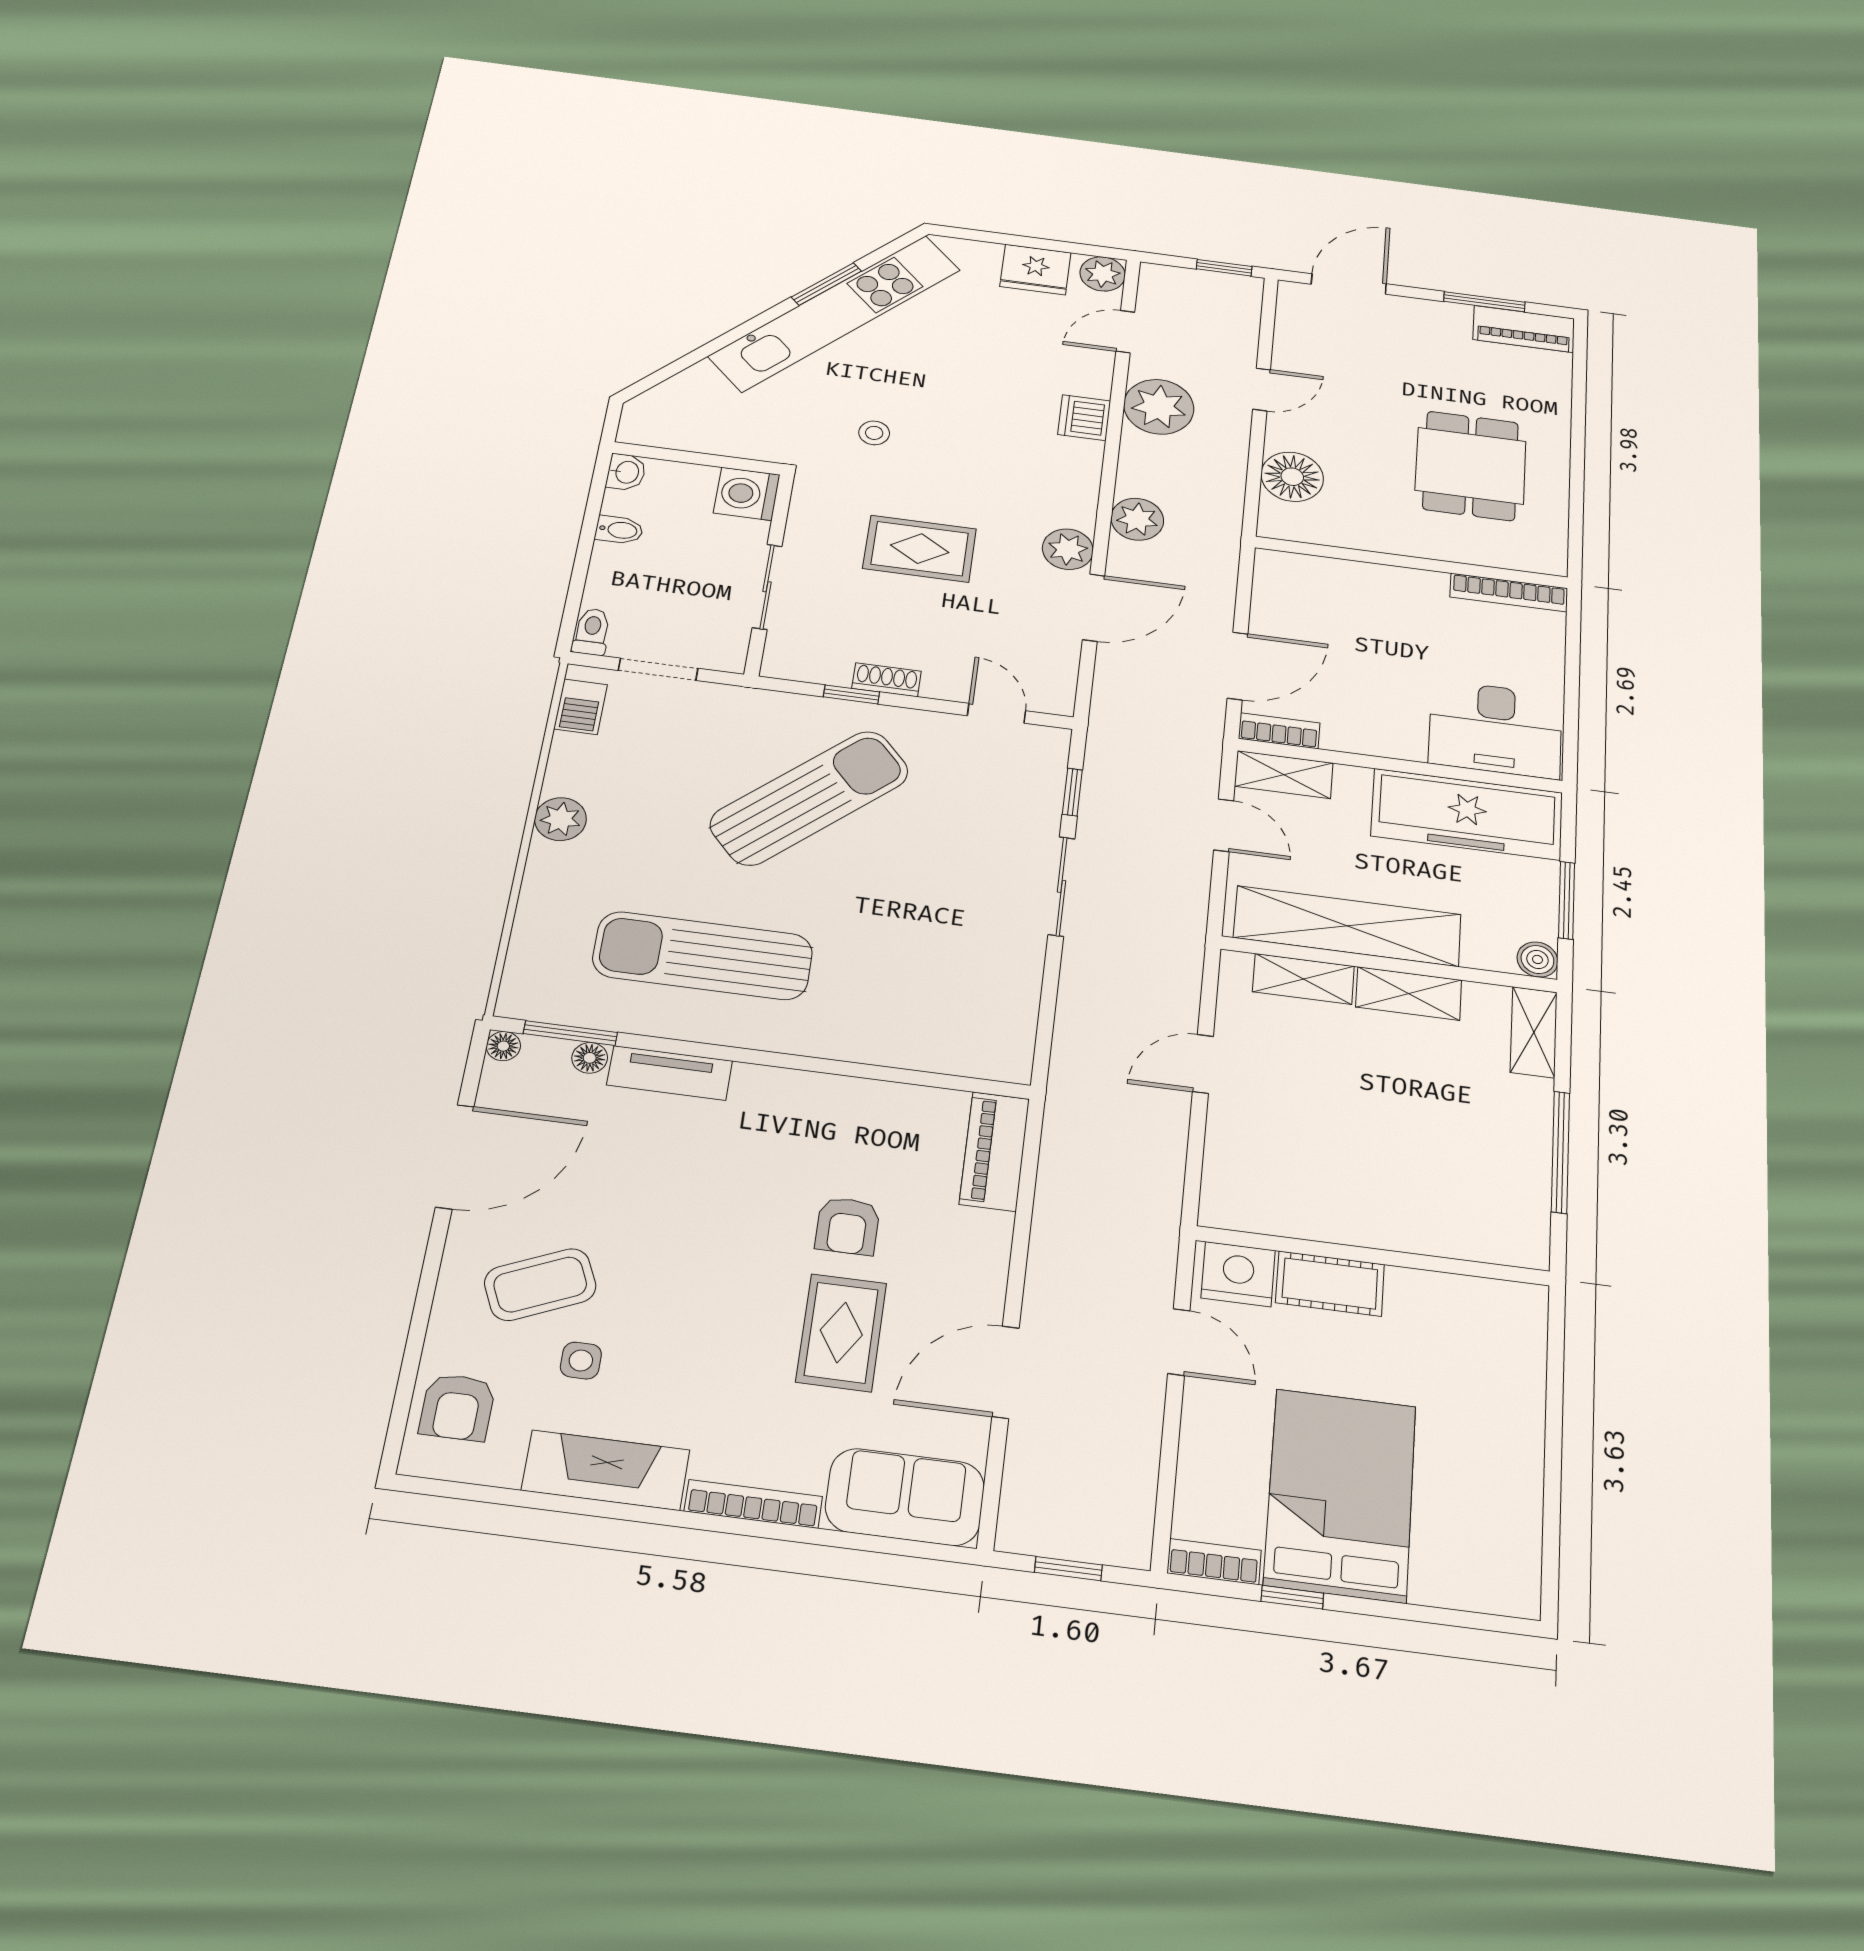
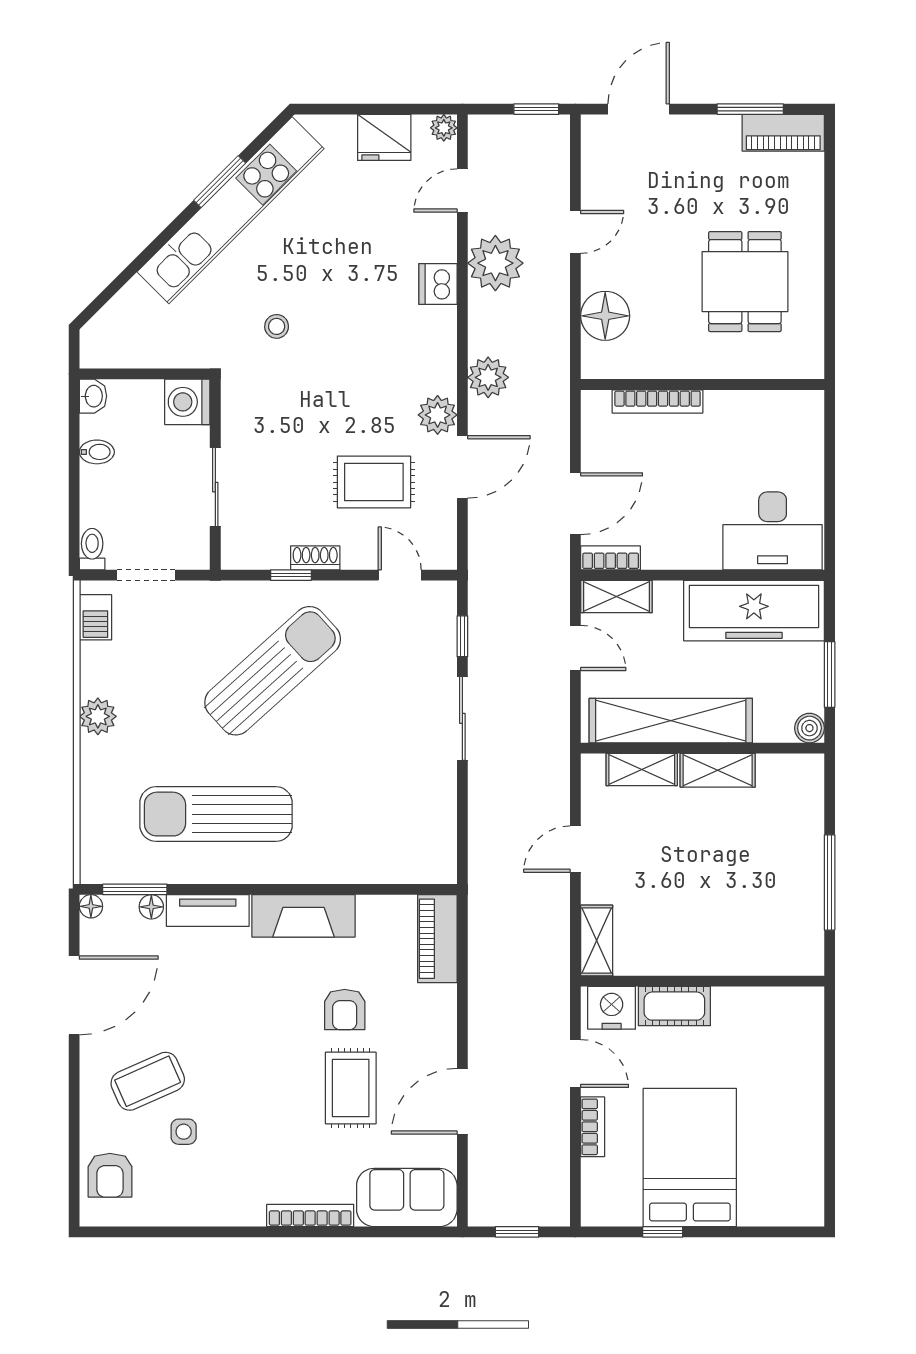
plant: (1103, 274) -> (444, 128), width x0.73, depth x0.73
rug: (920, 549) -> (374, 482), moved
bookcase: (1509, 593) -> (658, 401), moved
shelving: (1534, 1032) -> (597, 940), moved
fireplace: (606, 1470) -> (303, 916), moved, turned 180
bookcase: (1214, 1562) -> (593, 1127), moved, turned 90

